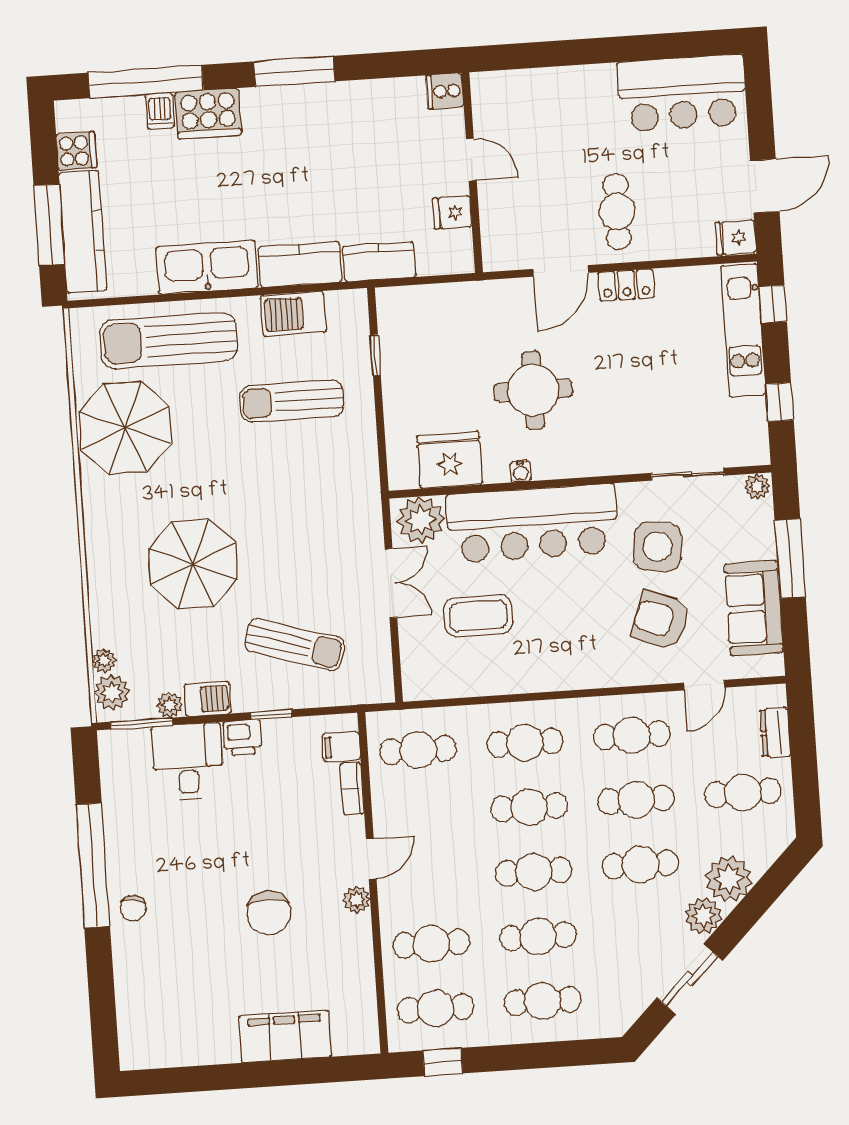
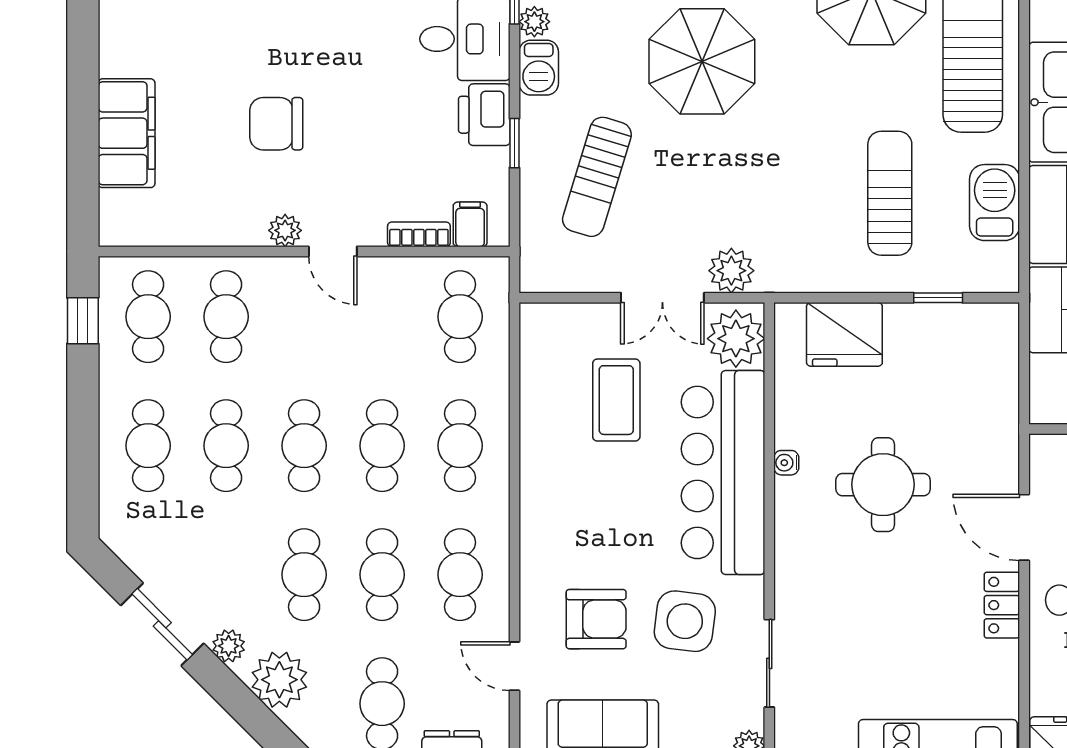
fridge: (450, 460) -> (844, 334), moved, turned 90
plant: (365, 528) -> (731, 271), added
armchair: (661, 620) -> (596, 619), turned 70
printer: (242, 738) -> (484, 115), width x1.36, depth x1.24
plant: (703, 916) -> (229, 646), width x0.73, depth x0.73

